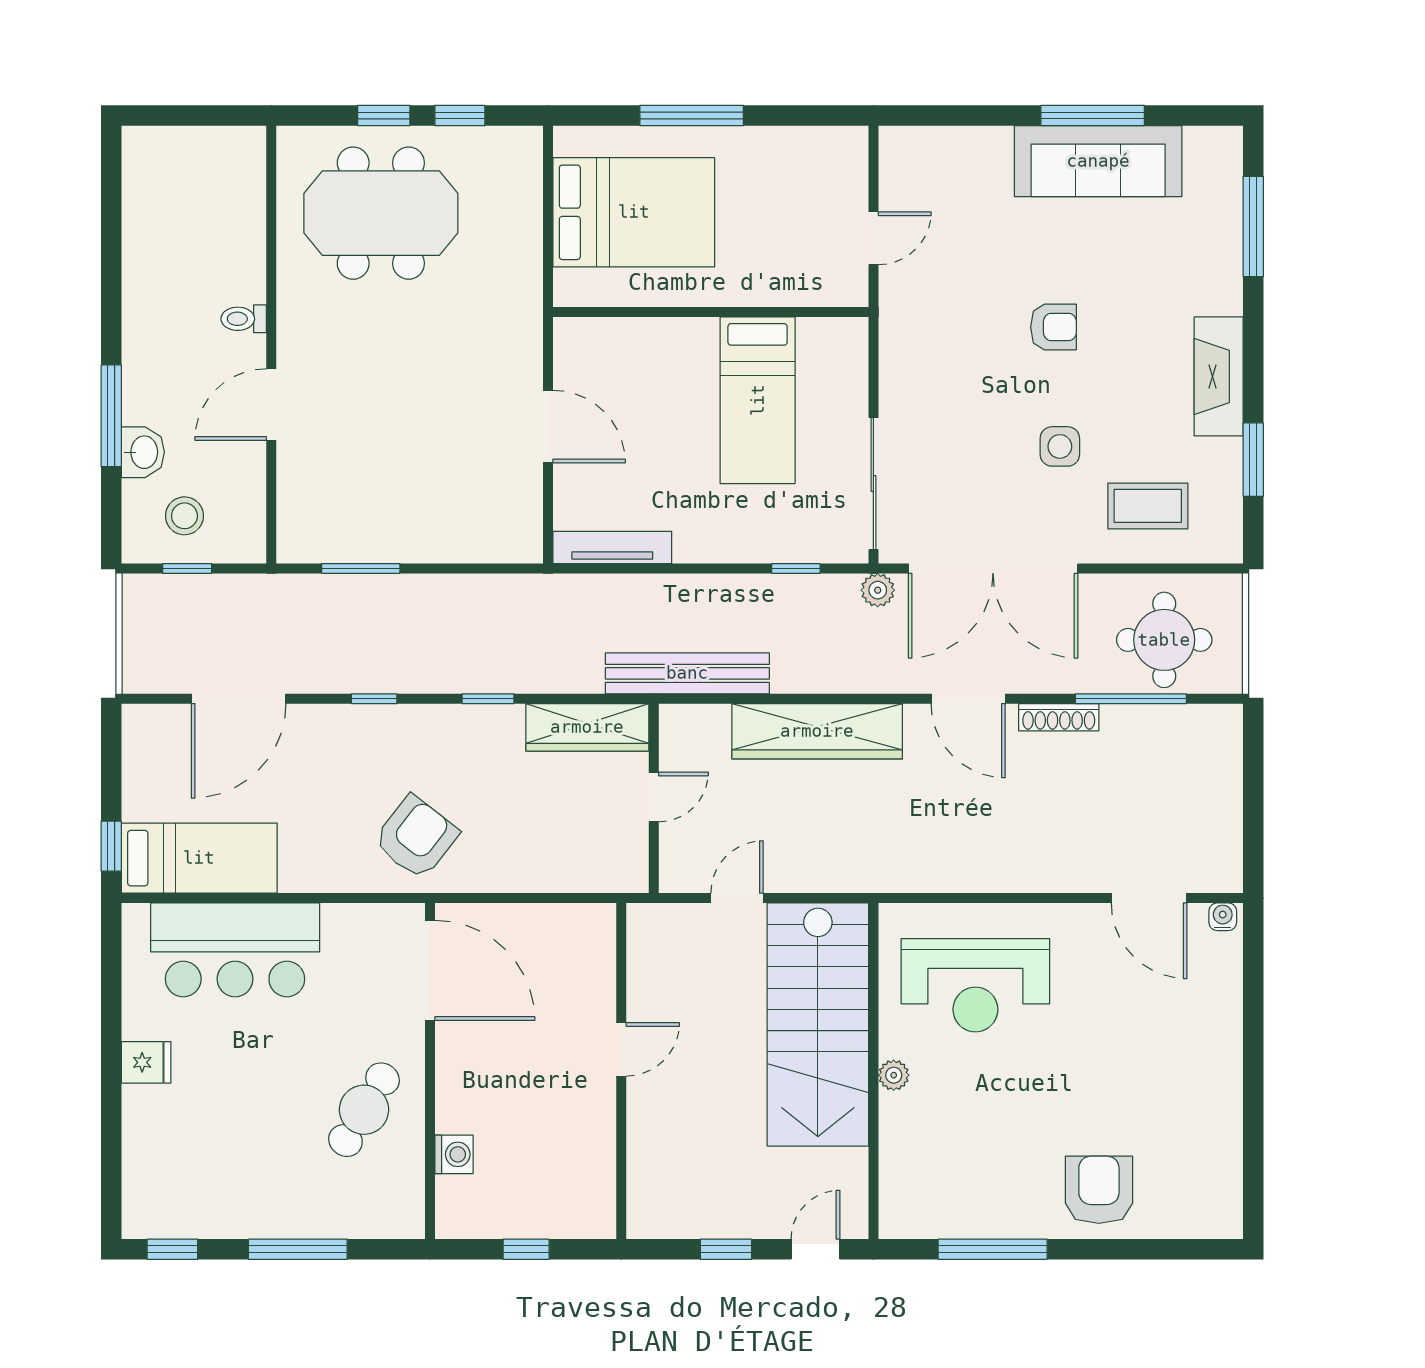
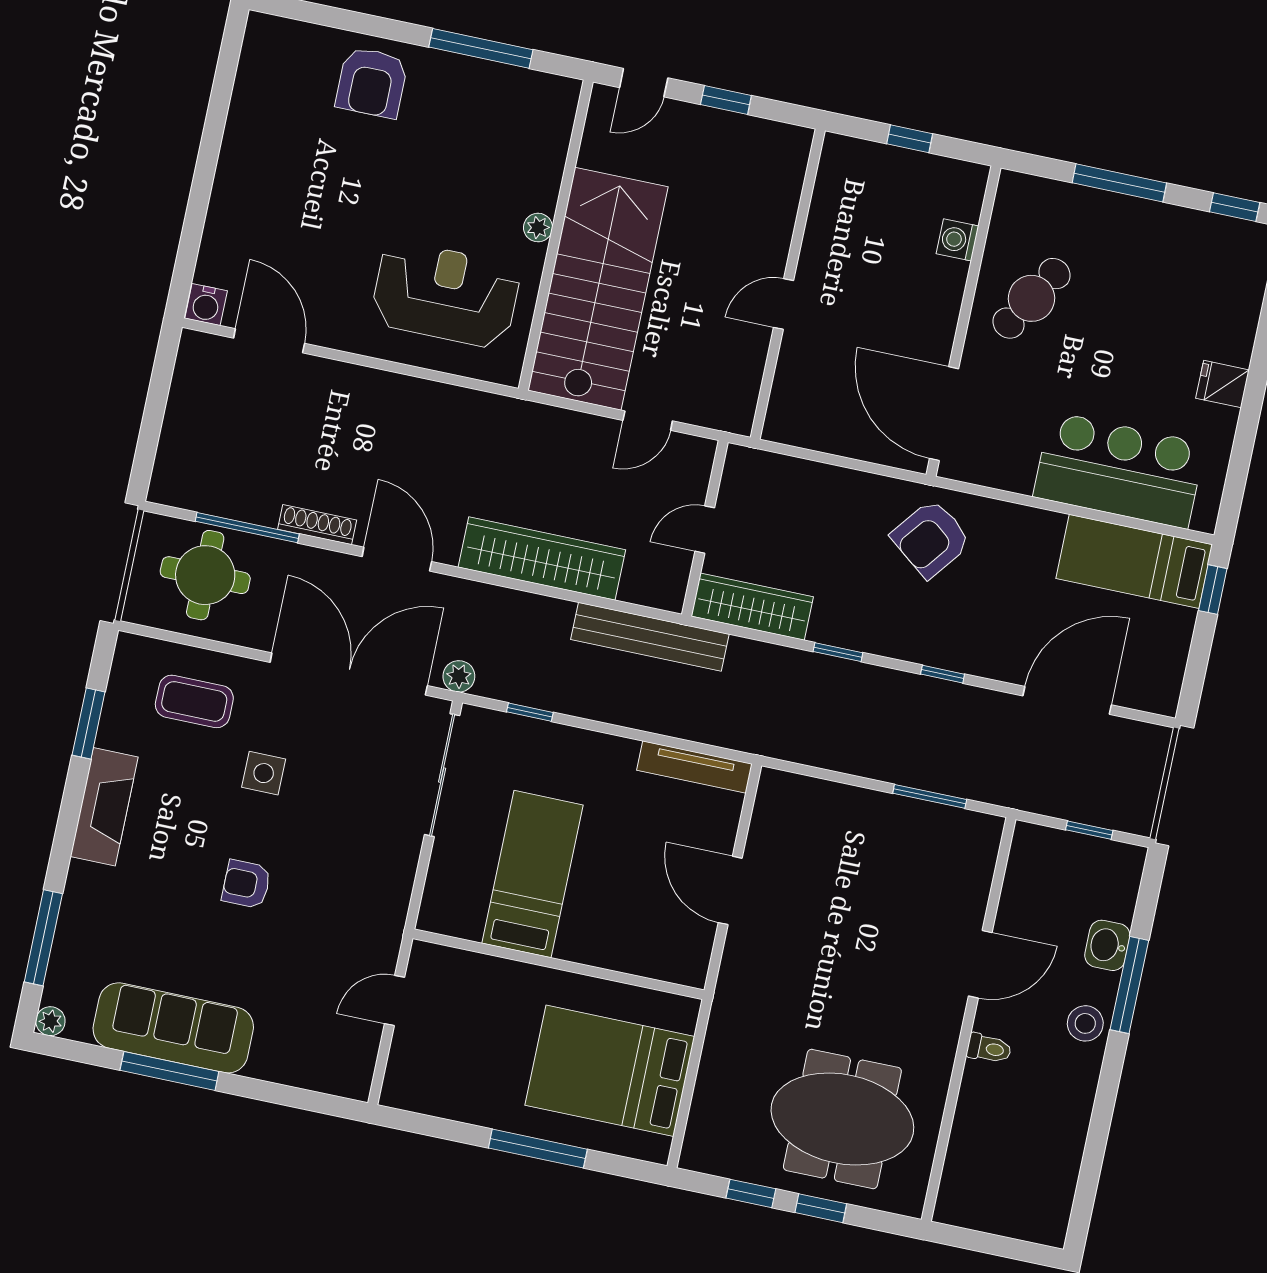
plant: (1228, 141) -> (50, 1021), added
stool: (184, 516) -> (1085, 1023), moved
water cooler: (1223, 917) -> (206, 305), width x1.38, depth x1.38

